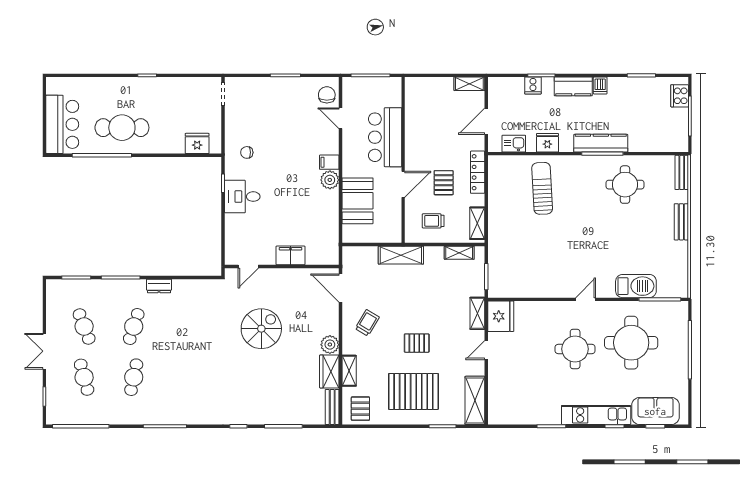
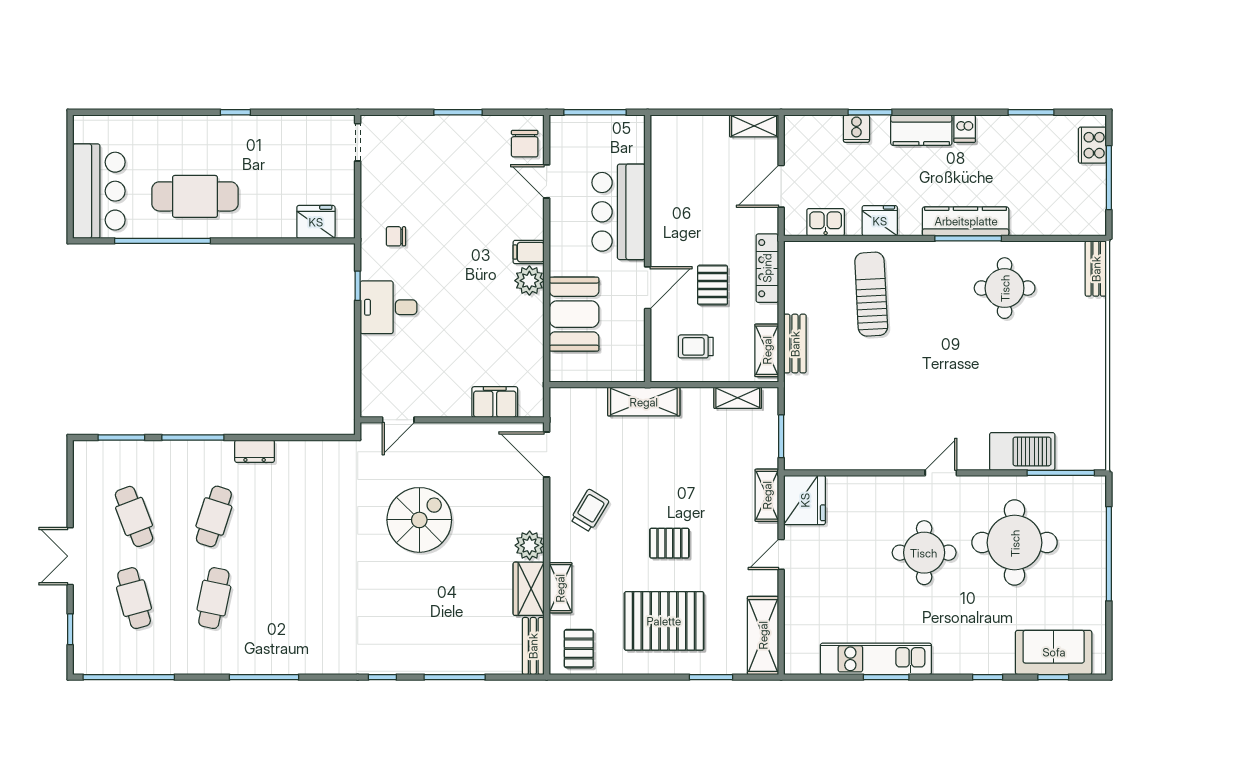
chair: (327, 95) -> (525, 144), turned 180
bench: (681, 222) -> (795, 344), moved
filing cabinet: (291, 255) -> (495, 402), moved
kitchen unit: (596, 415) -> (876, 659), moved

